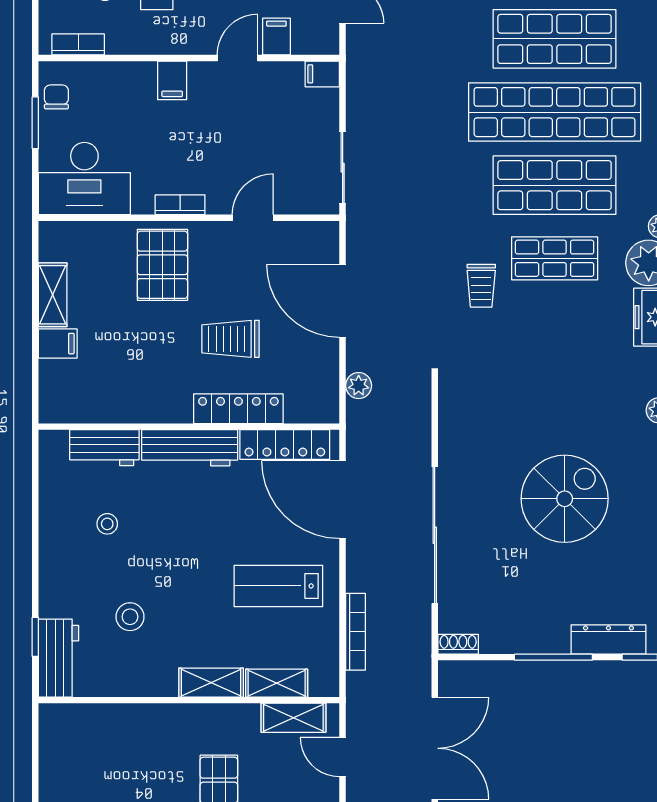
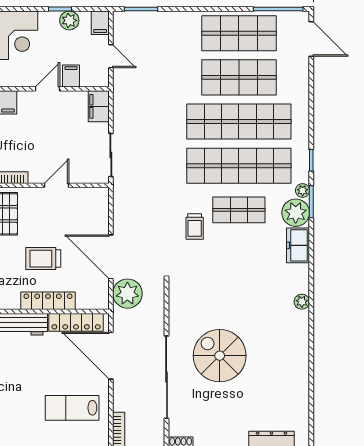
filing cabinet: (322, 74) -> (99, 106), width x2.00
shop shelf: (555, 185) -> (239, 166), width x1.40
door: (343, 301) -> (111, 257), moved
plant: (359, 386) -> (127, 294), width x1.88, depth x1.88
spiral stairs: (565, 499) -> (220, 356), moved, turned -90

